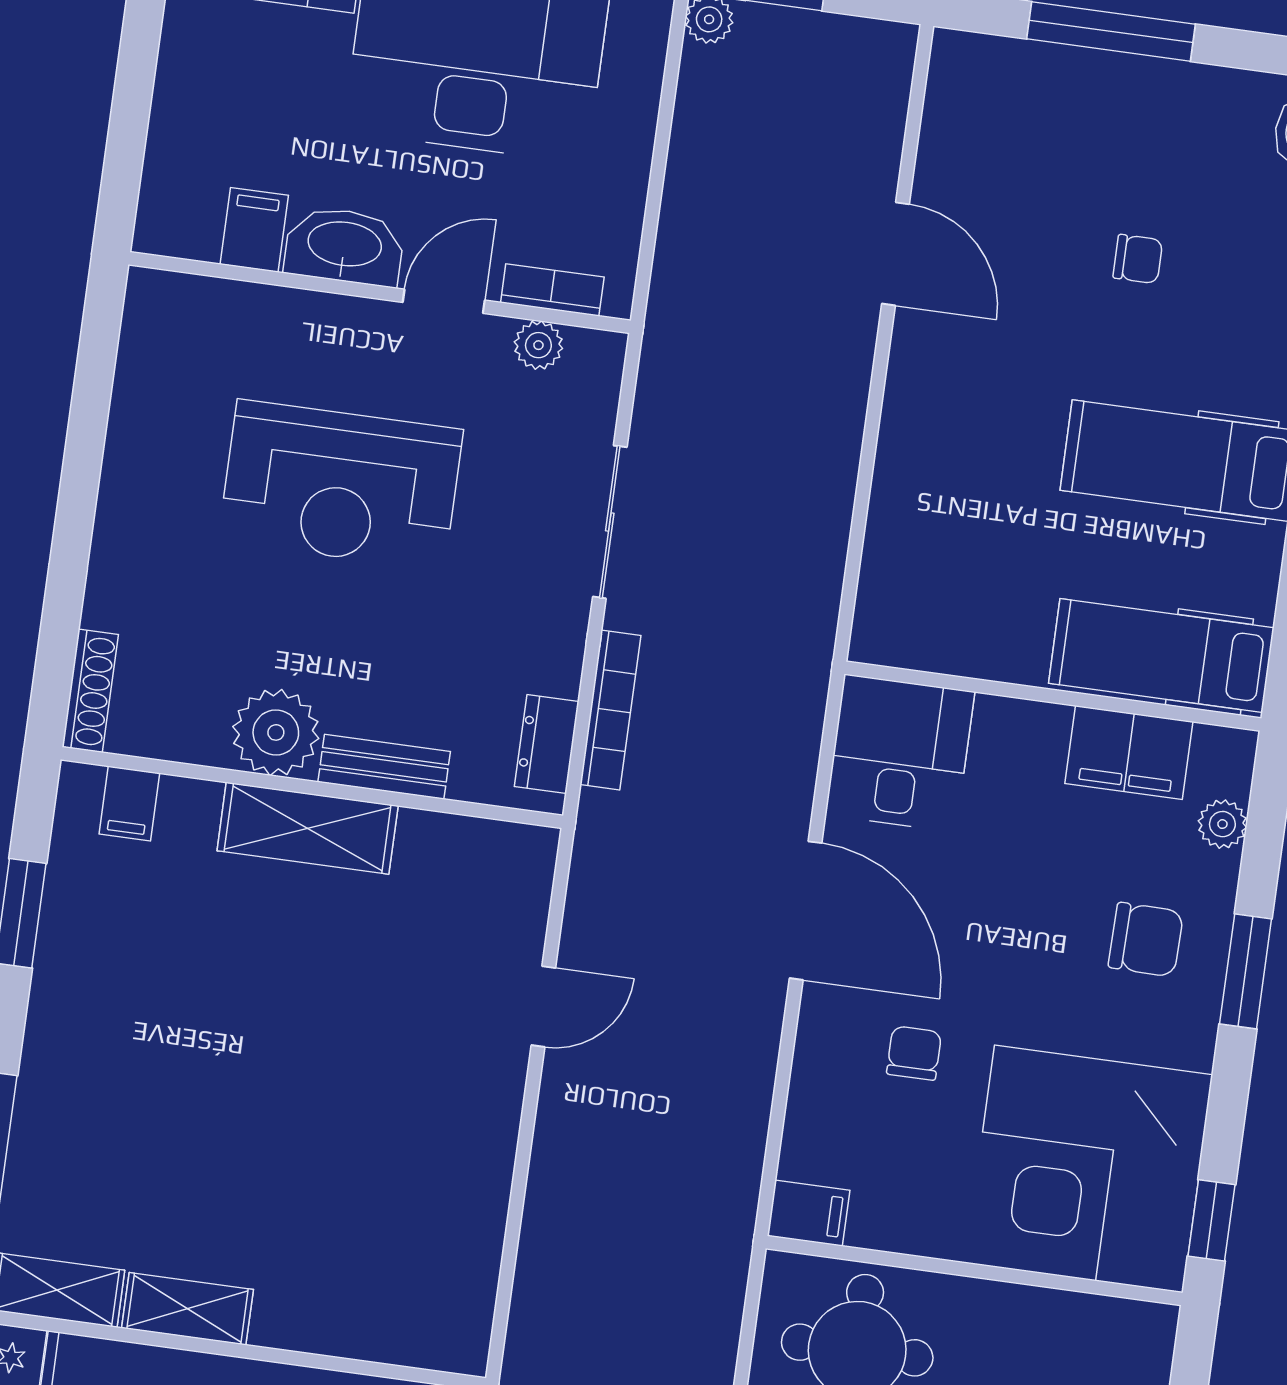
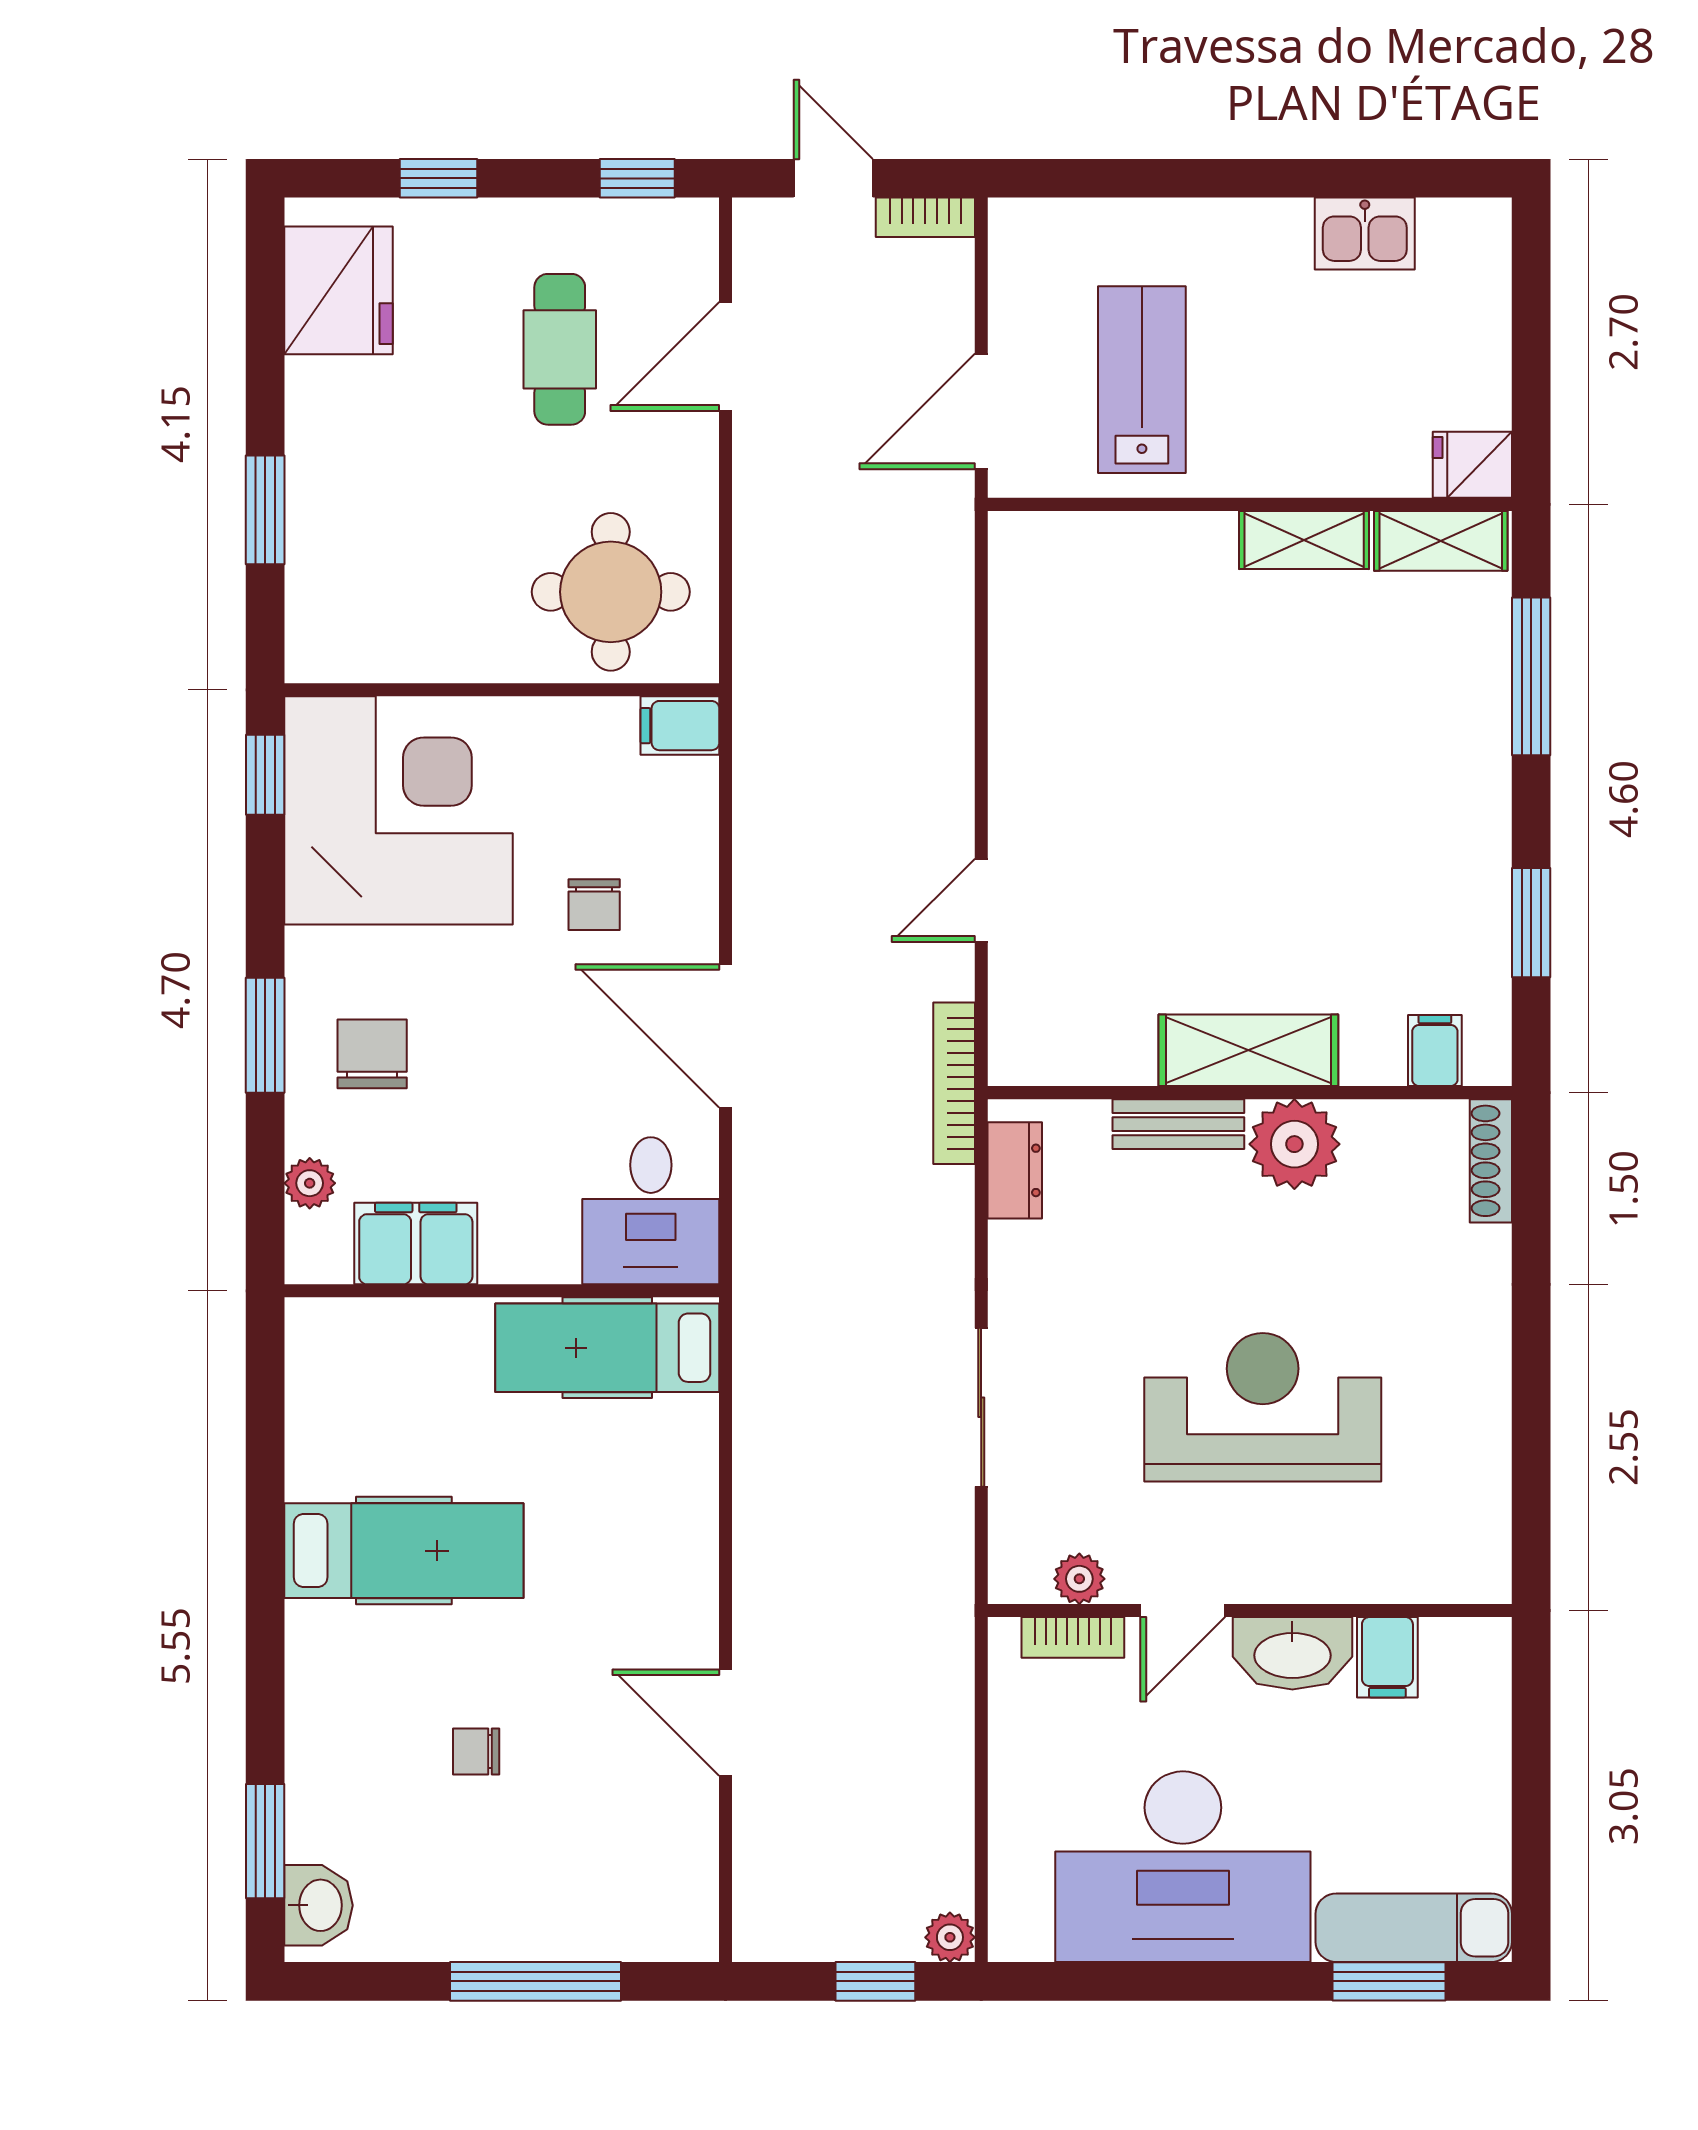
hospital bed: (1161, 655) -> (607, 1348), moved, turned 180
bookcase: (610, 710) -> (954, 1083), moved
chair: (1146, 940) -> (372, 1054), turned 89

